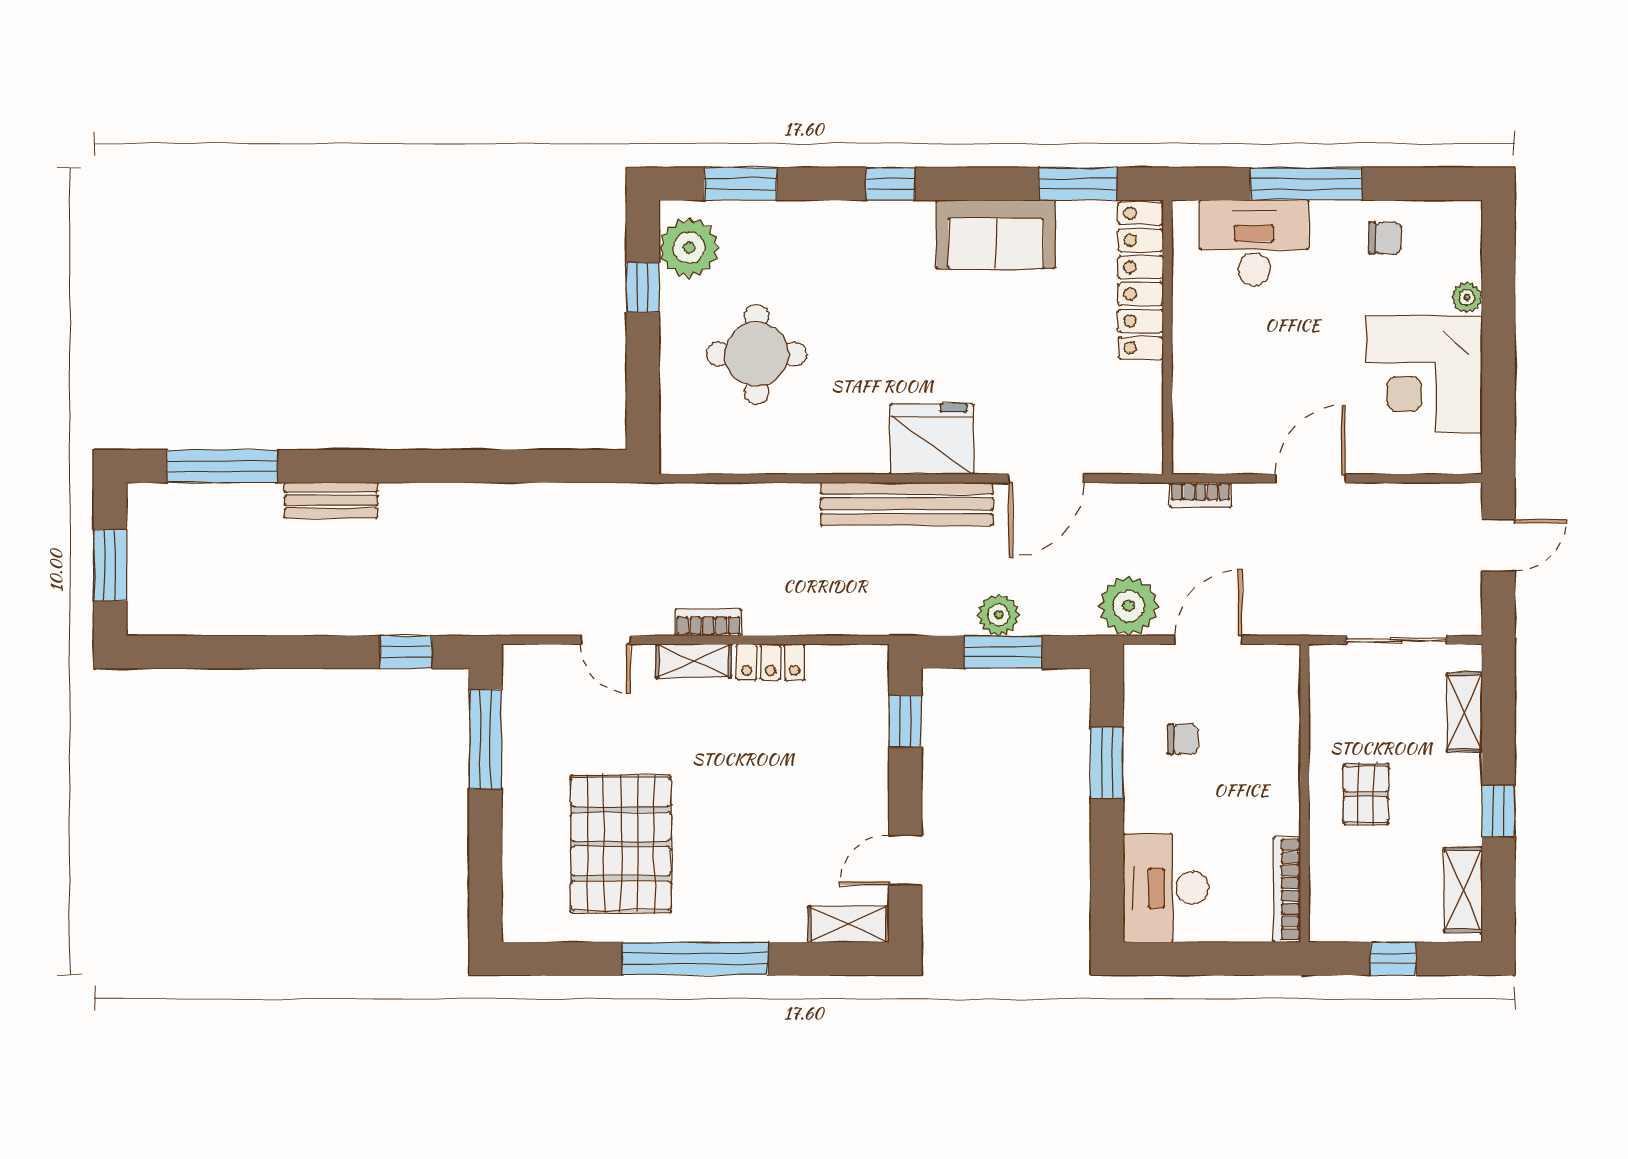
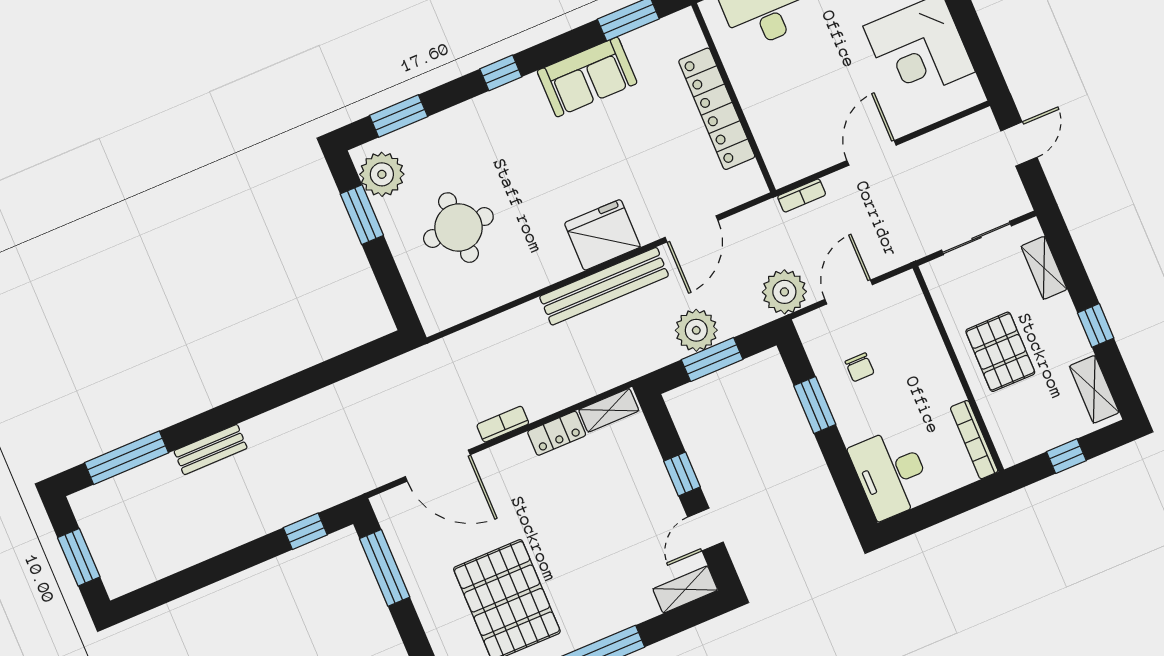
locker: (1141, 281) -> (717, 109), moved
window: (643, 287) -> (362, 215), width x1.50
plant: (999, 615) -> (696, 330), width x1.36, depth x1.36
door: (605, 640) -> (438, 466), width x1.87
shelving: (694, 661) -> (609, 410), moved
window: (905, 721) -> (682, 474), moved
chair: (1183, 739) -> (860, 367), turned 90
pallet: (1366, 794) -> (1000, 352), width x1.50, depth x1.42

